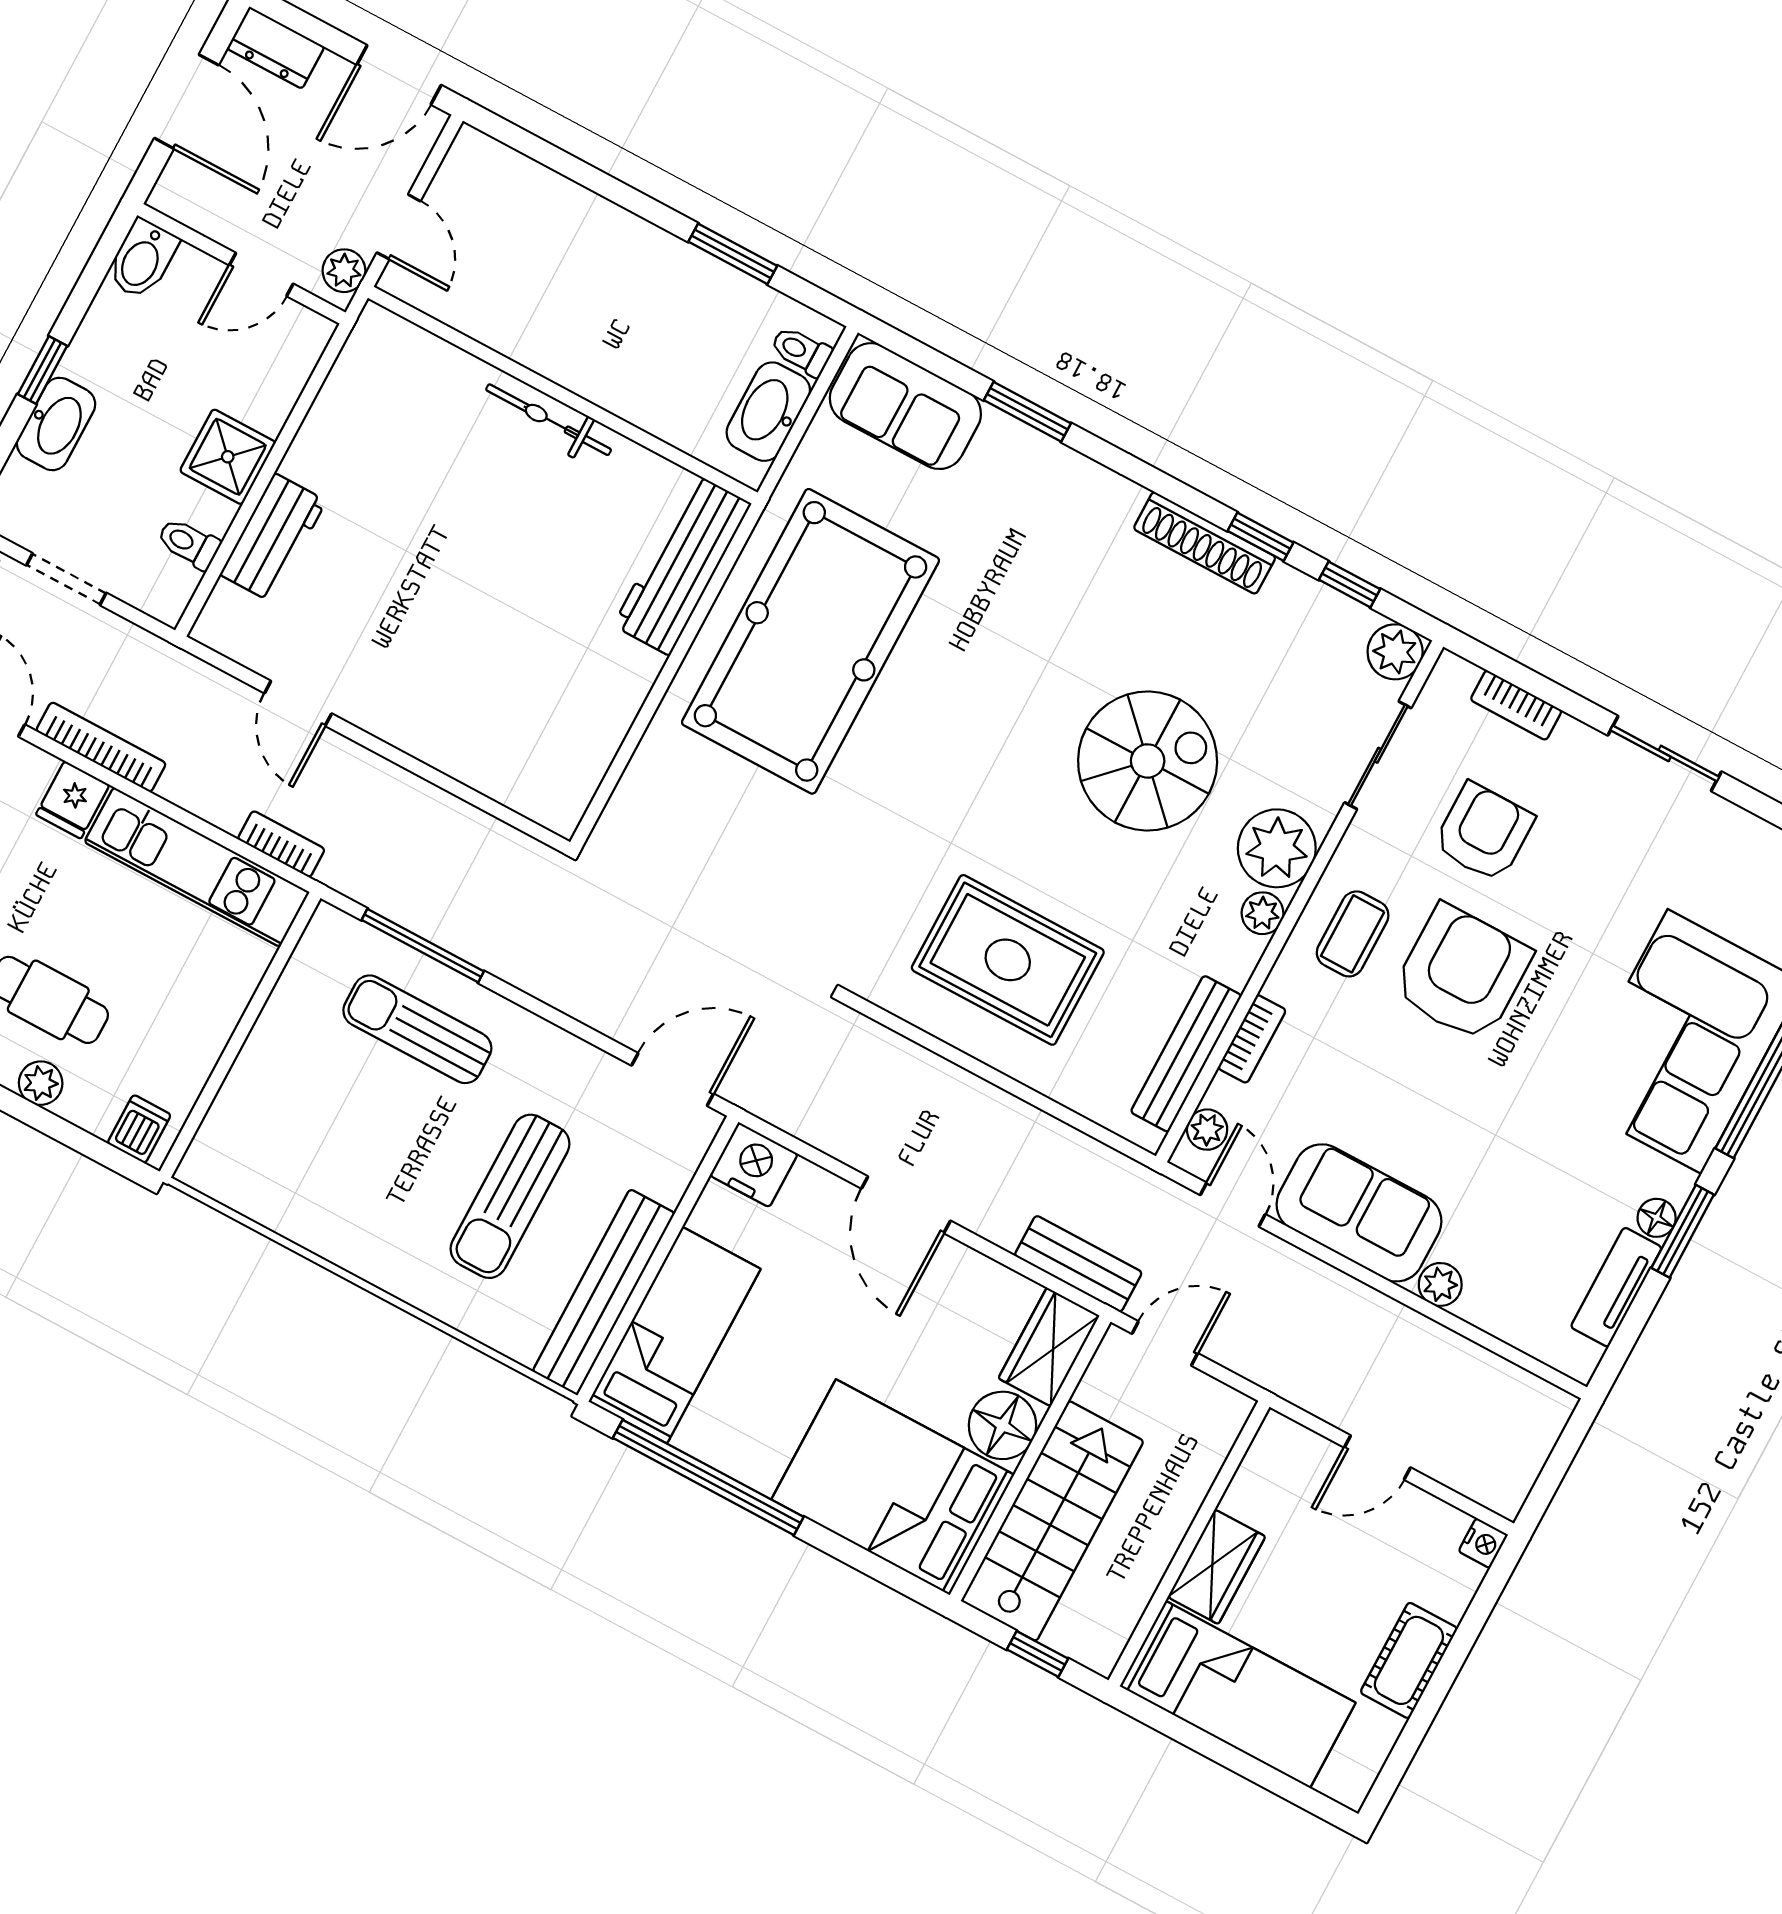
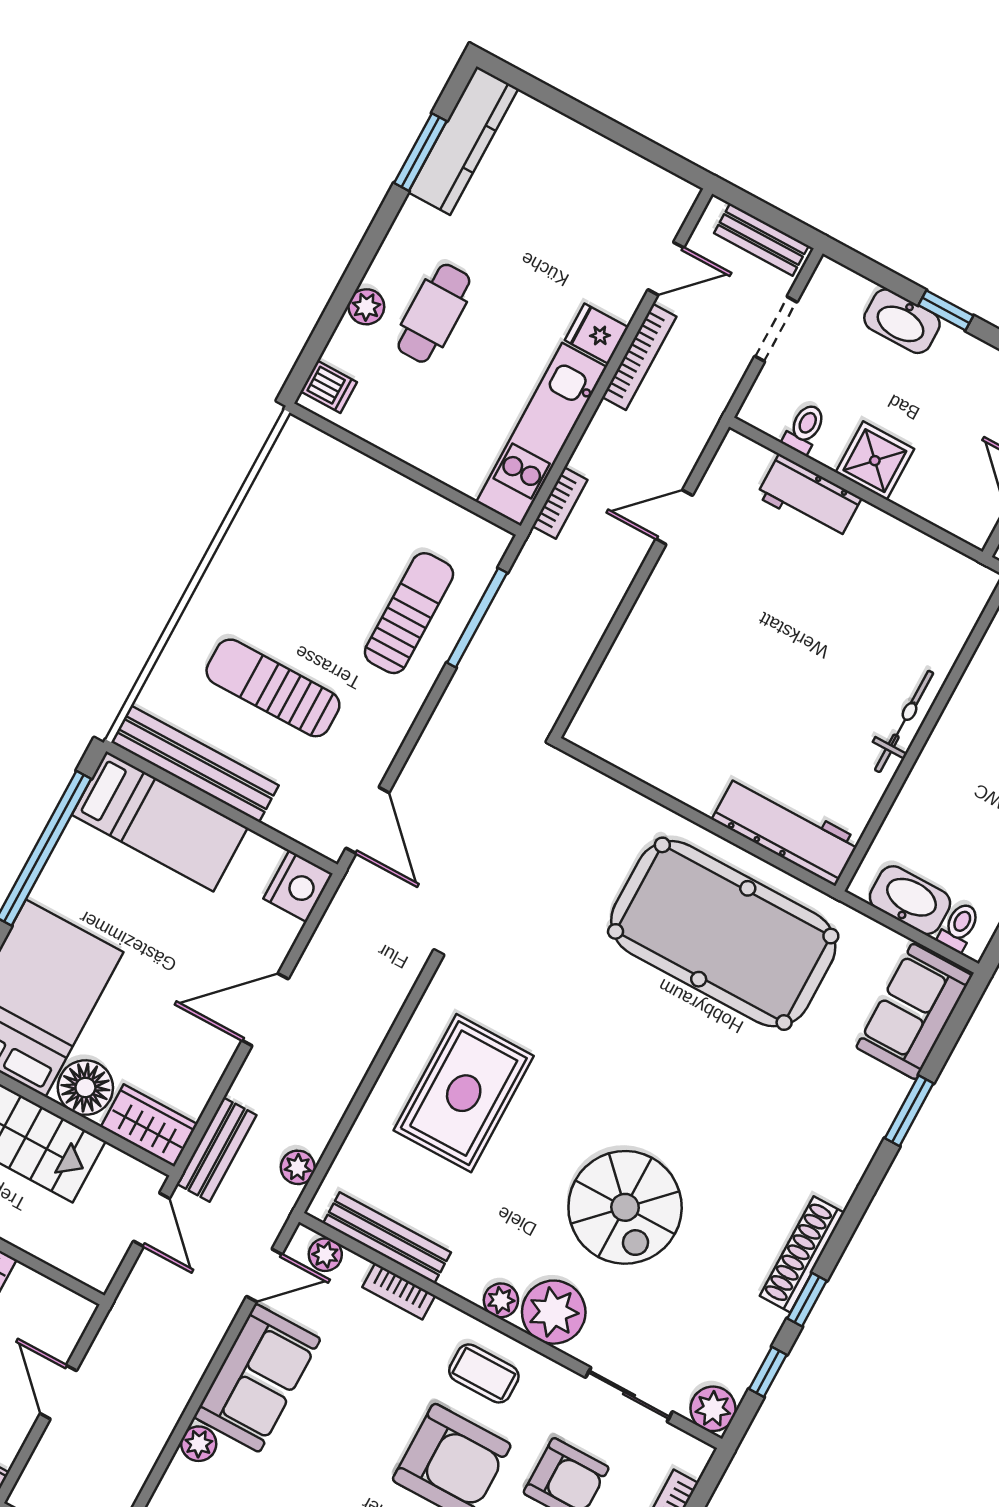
plant: (1100, 1164) -> (298, 1167), added

